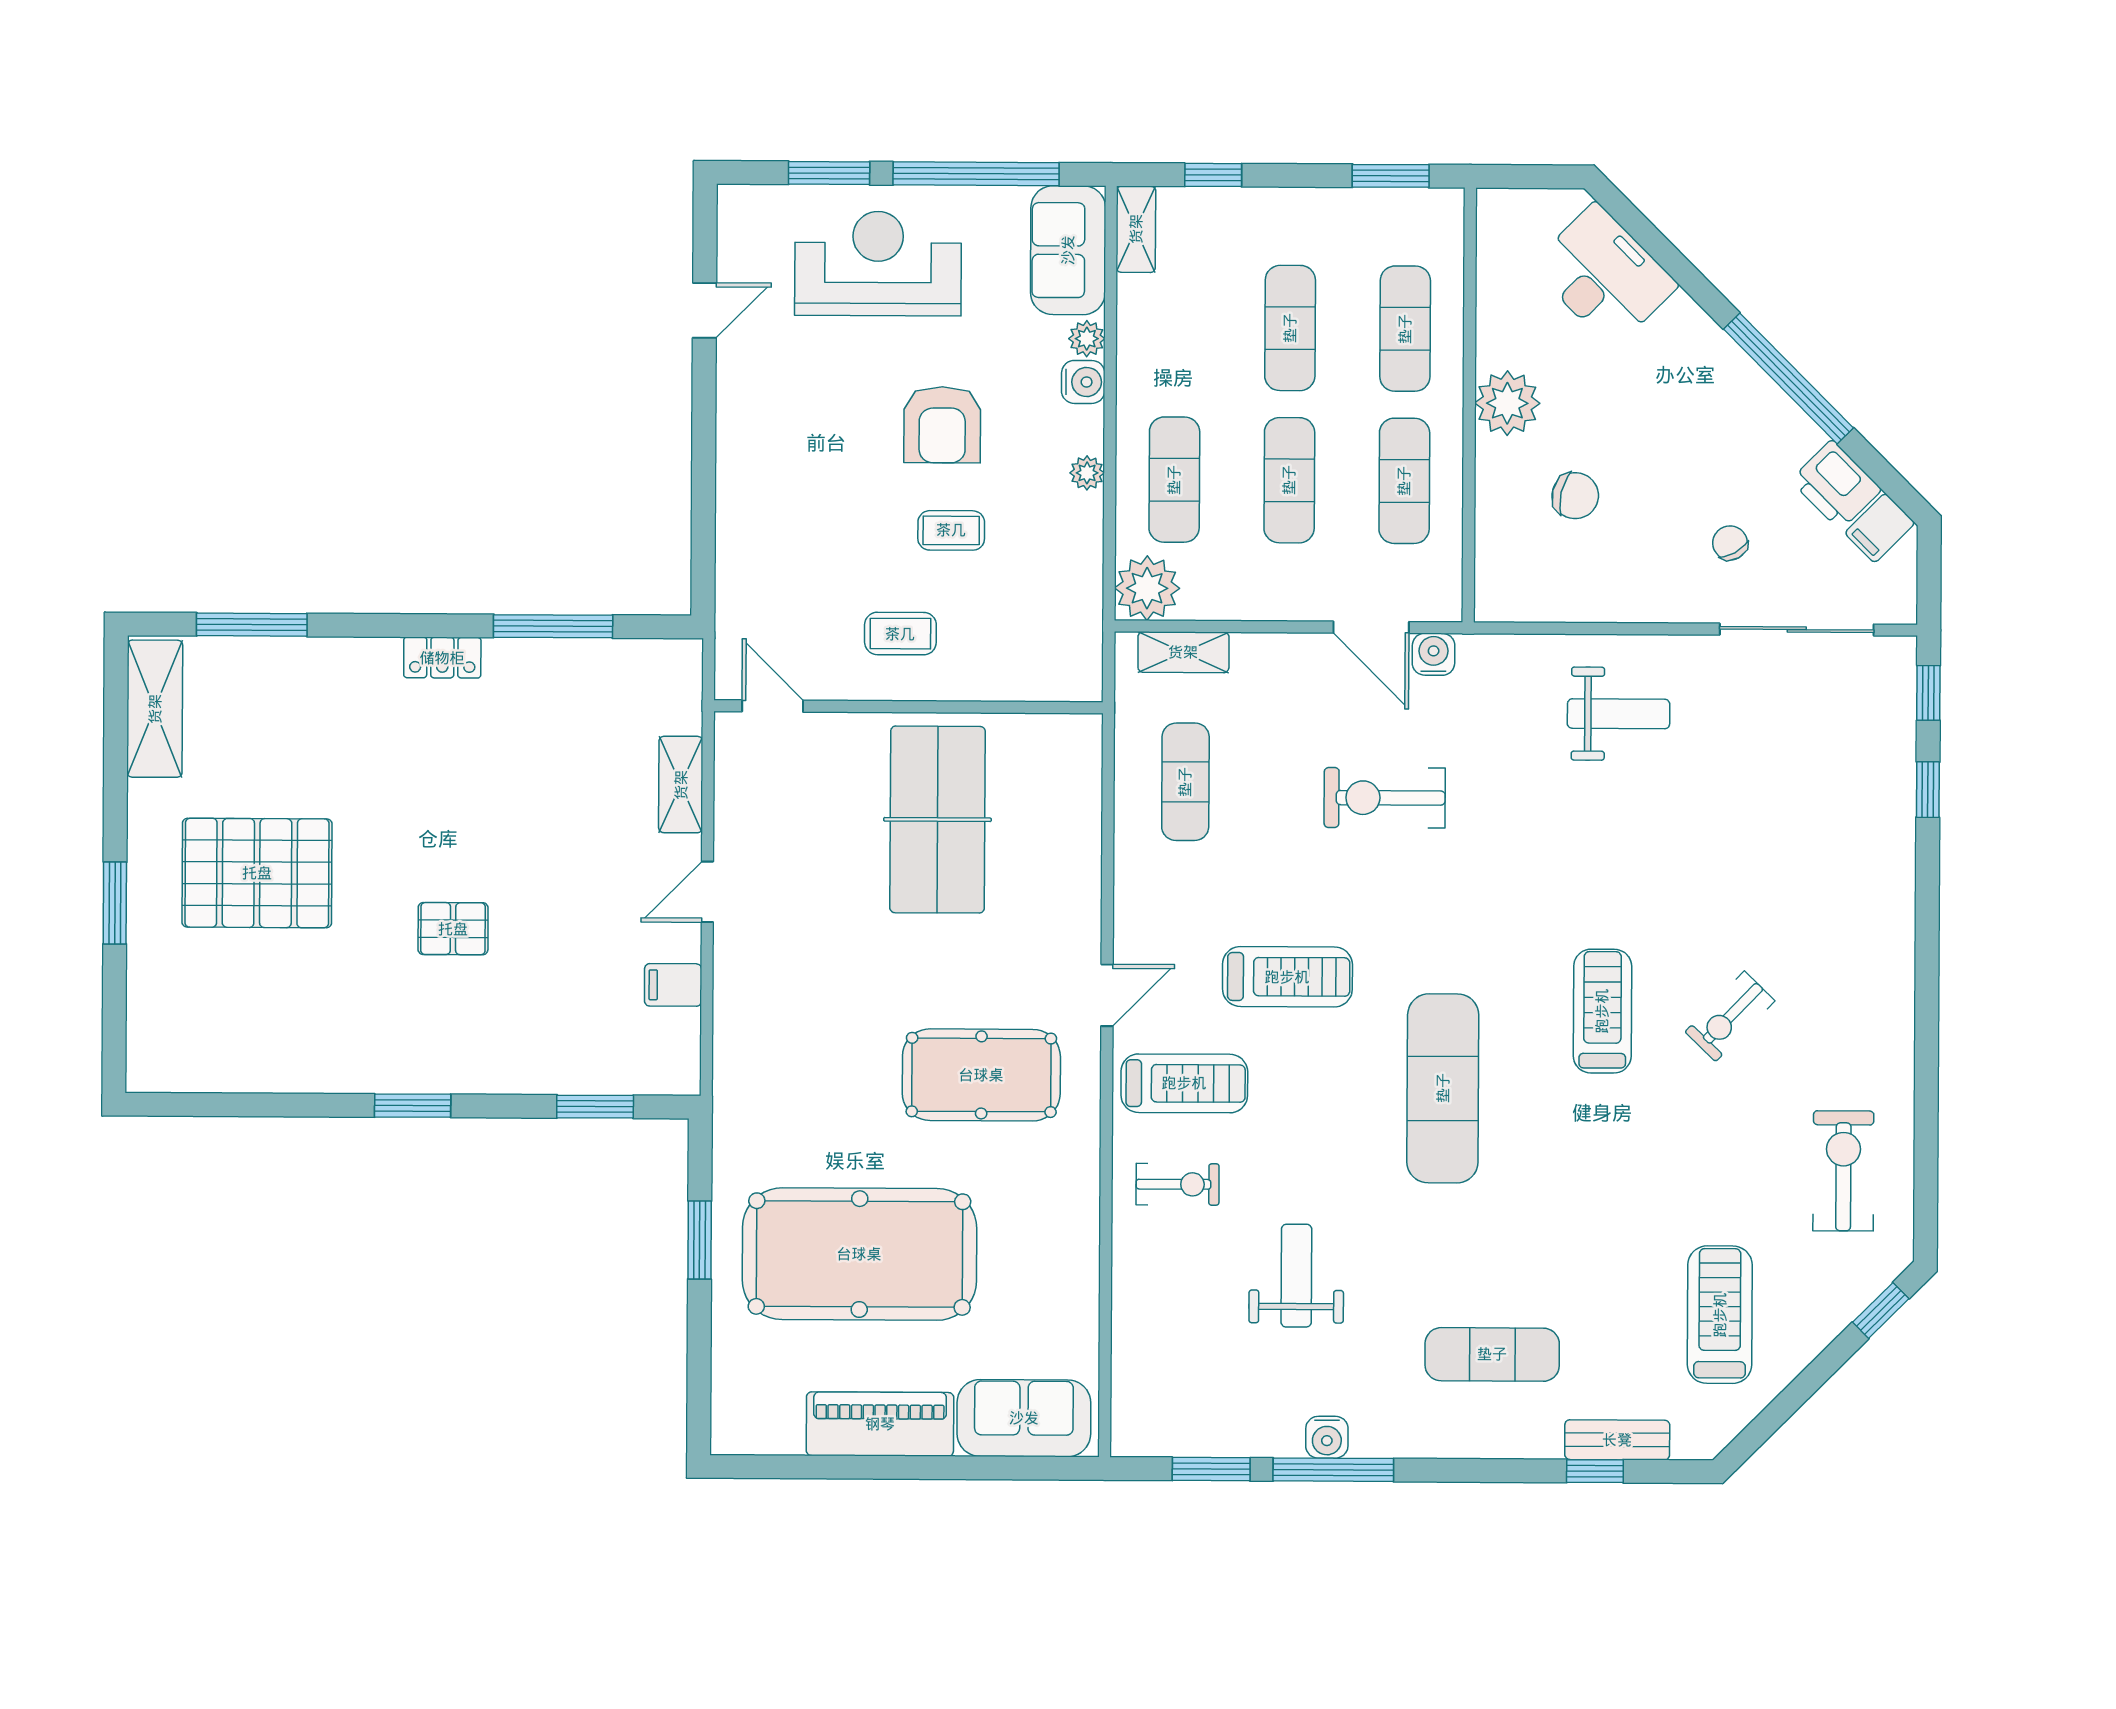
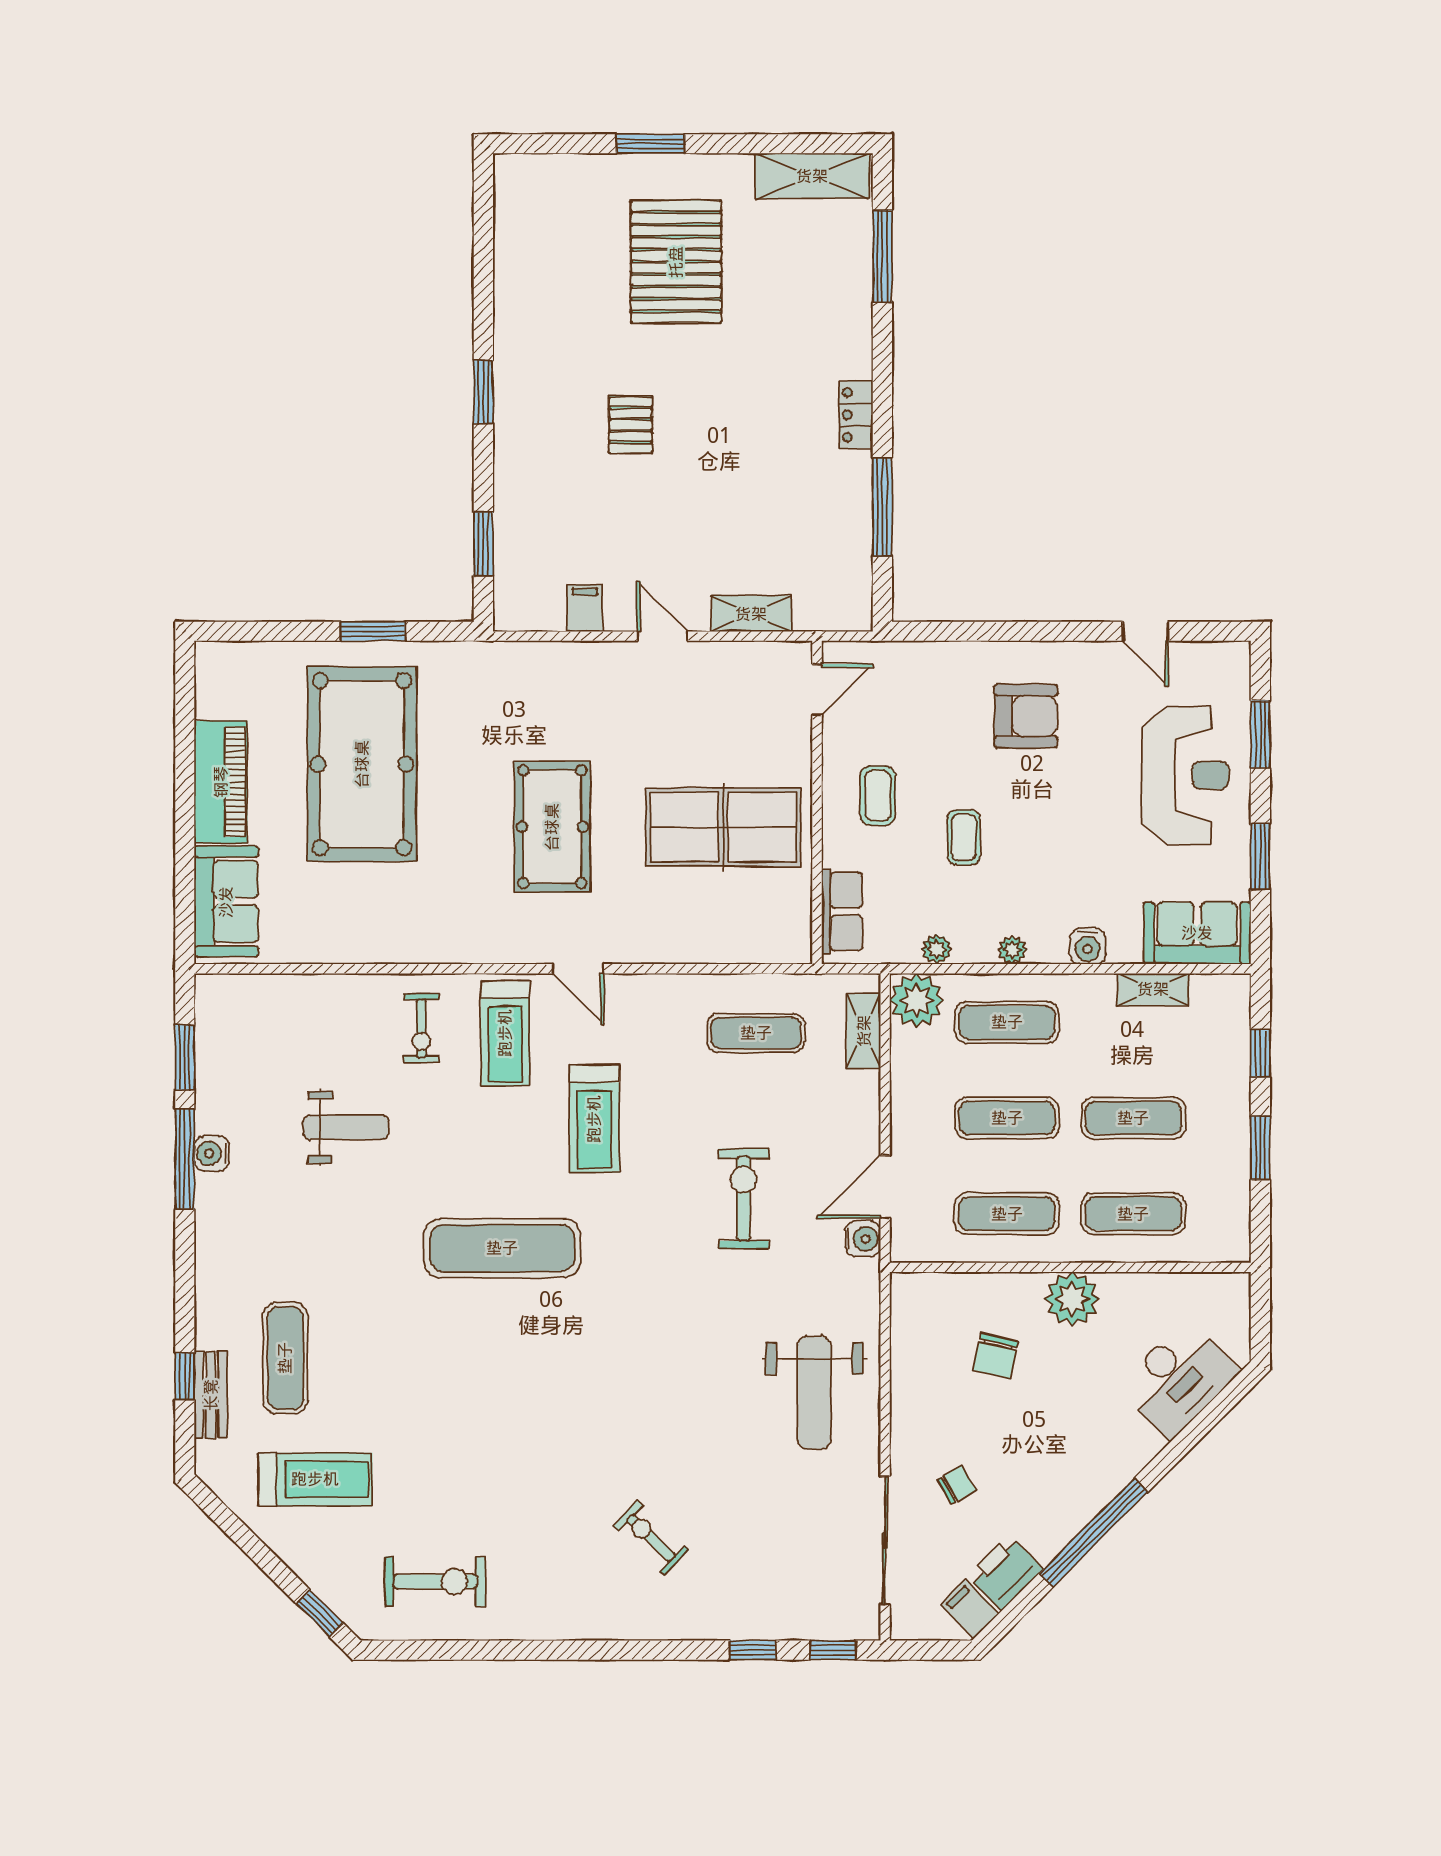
window: (976, 174) -> (1260, 856), width x0.47
window: (1391, 176) -> (1260, 1148), moved
shelving: (1136, 229) -> (1153, 989), moved
plant: (1087, 339) -> (937, 949), moved
armchair: (942, 425) -> (1026, 716), moved, turned 180
row of seats: (1040, 677) -> (842, 912), added
weight bench: (1619, 714) -> (814, 1393), width x1.36, depth x1.33
treadmill: (1602, 1011) -> (567, 1381), removed
exercise bike: (1730, 1016) -> (651, 1538), moved
pool table: (981, 1075) -> (552, 827), moved
exercise mat: (1492, 1354) -> (285, 1358), moved

